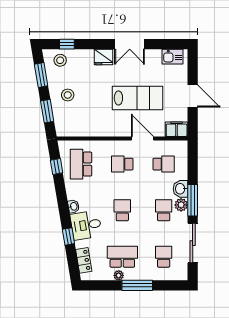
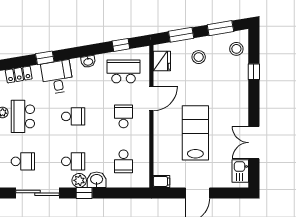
window: (67, 44) -> (254, 72), moved
double door: (130, 44) -> (254, 143), moved
fridge: (104, 57) -> (162, 61), moved, turned 180
lab bench: (137, 98) -> (195, 133), turned 180
filing cabinet: (177, 129) -> (161, 181), width x0.50
door: (142, 139) -> (151, 99), moved
window: (193, 200) -> (84, 193), width x0.46
washbasin: (73, 206) -> (88, 62), moved
school desk: (122, 257) -> (23, 116), turned 180

